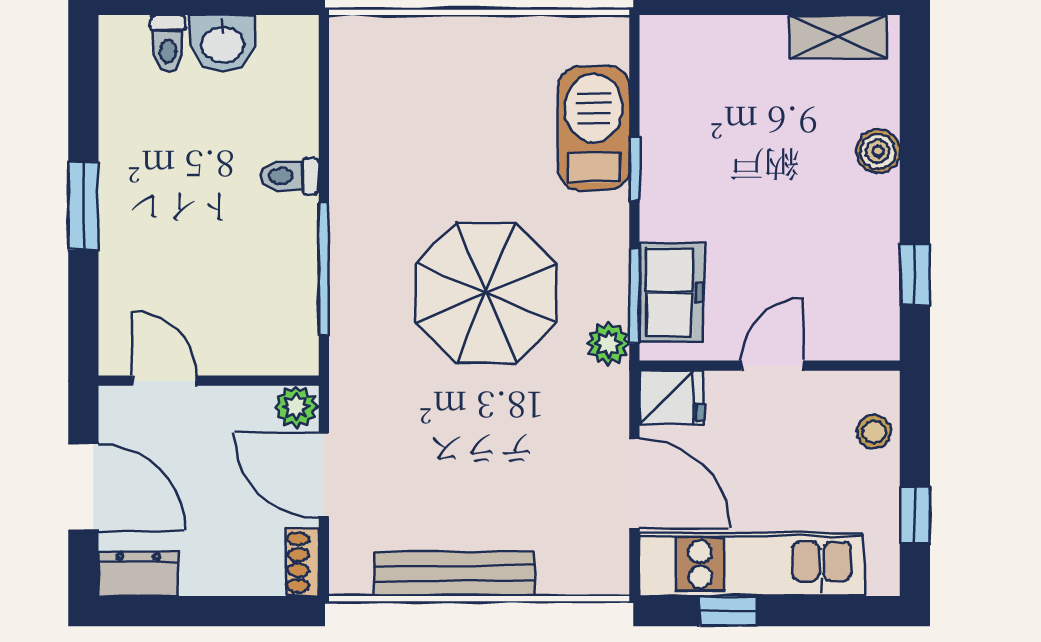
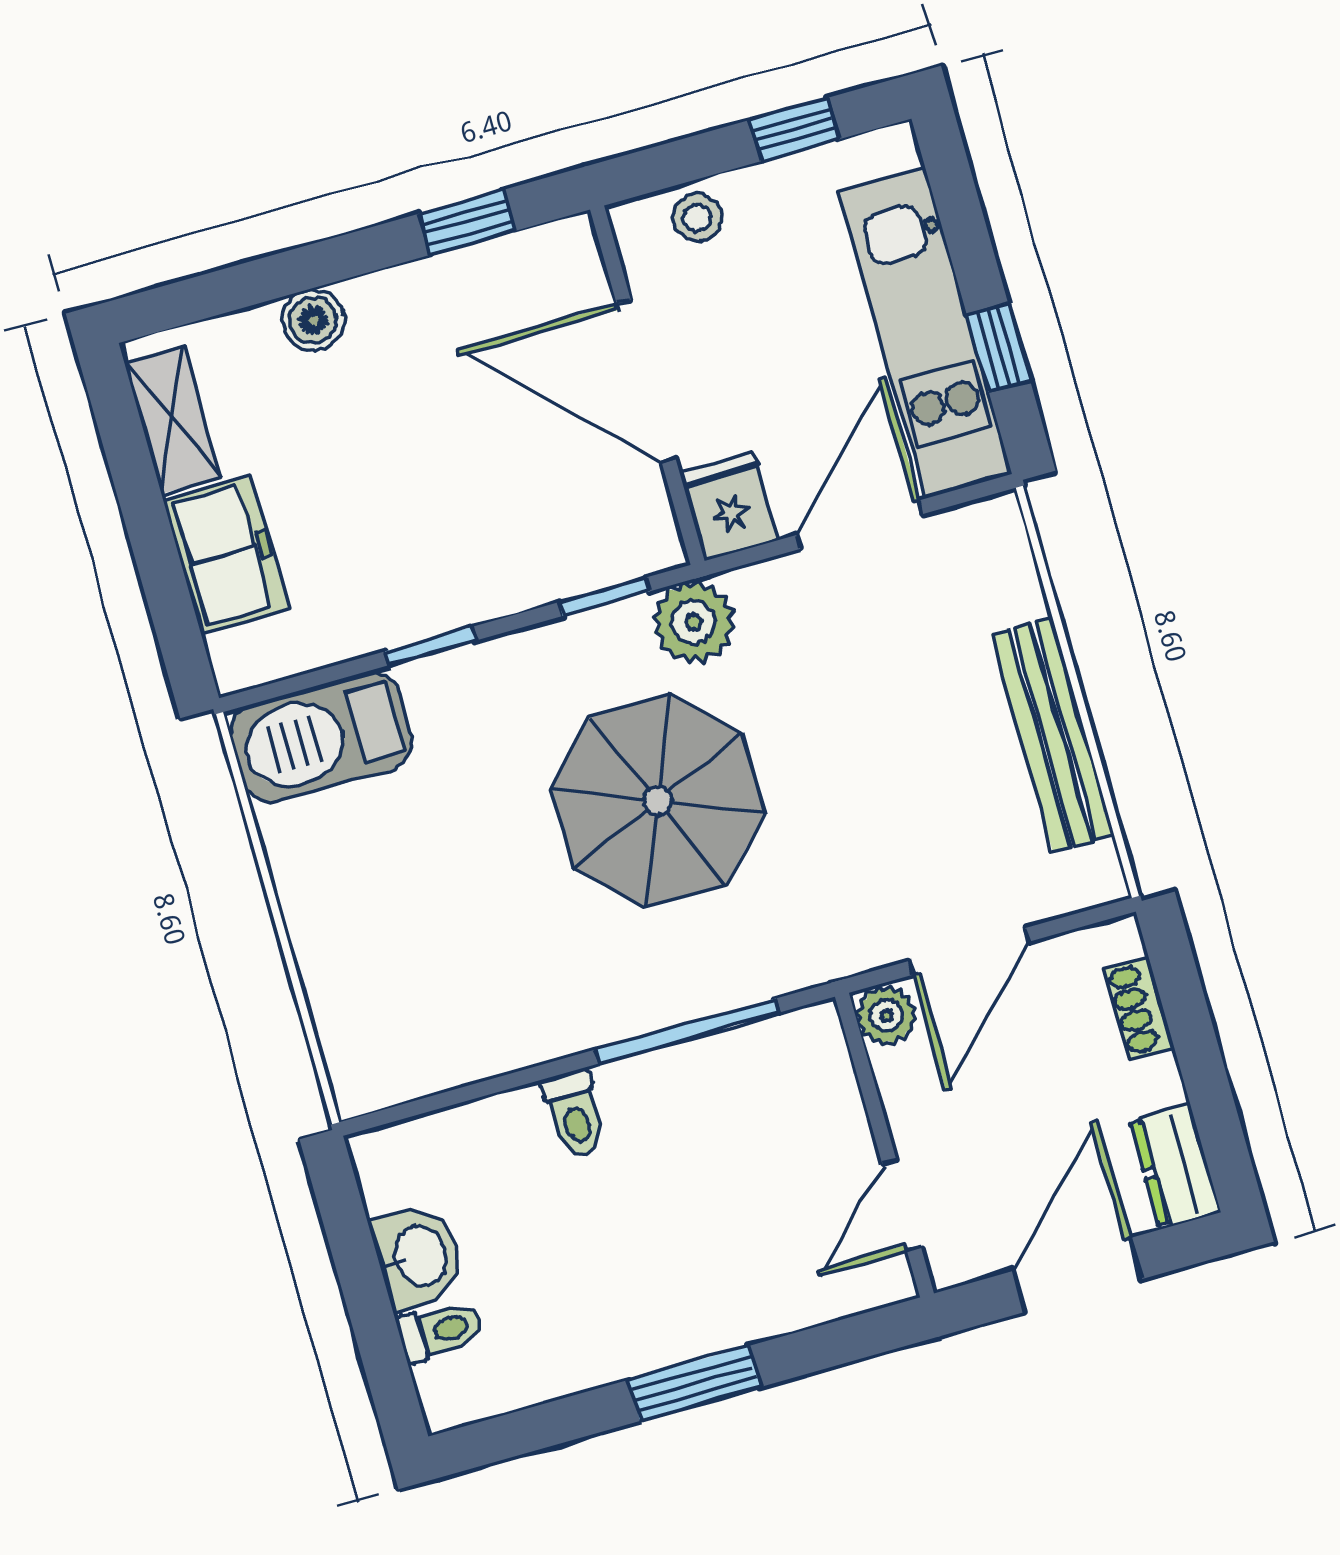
barbecue: (594, 128) -> (321, 737), moved
freezer: (672, 292) -> (226, 554), moved, turned 90
window: (634, 296) -> (604, 597), width x0.67
plant: (608, 344) -> (694, 622), width x1.38, depth x1.38
door: (772, 366) -> (646, 382), width x1.88
shoe rack: (302, 562) -> (1139, 1008), moved, turned 90

